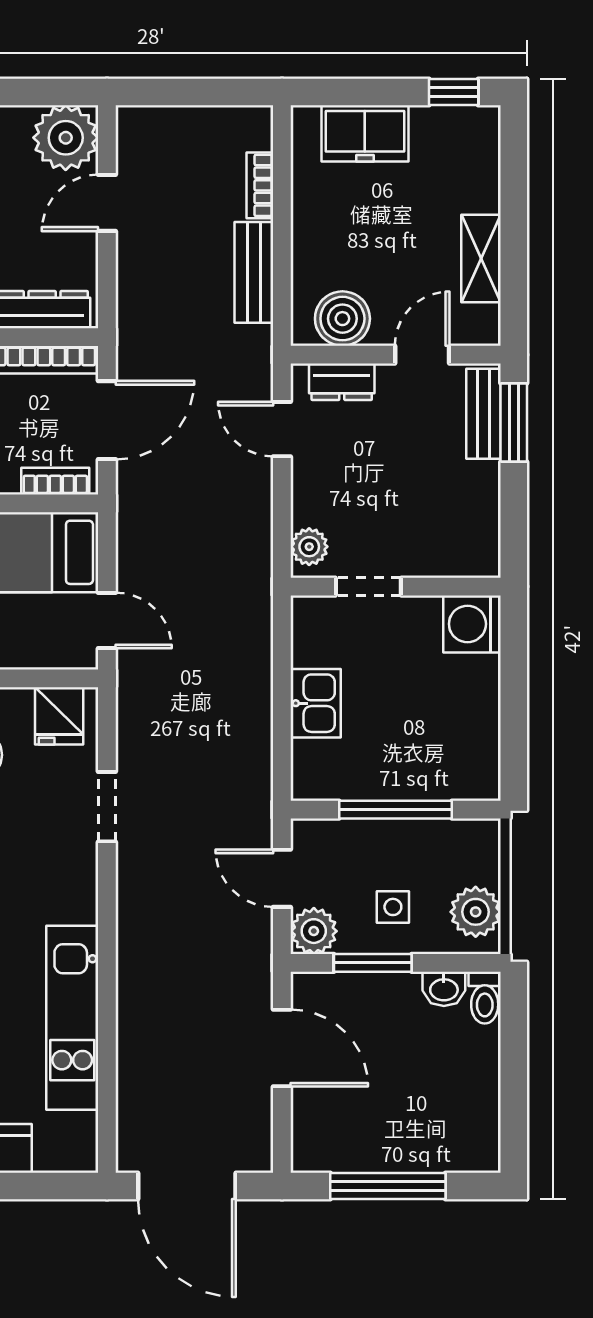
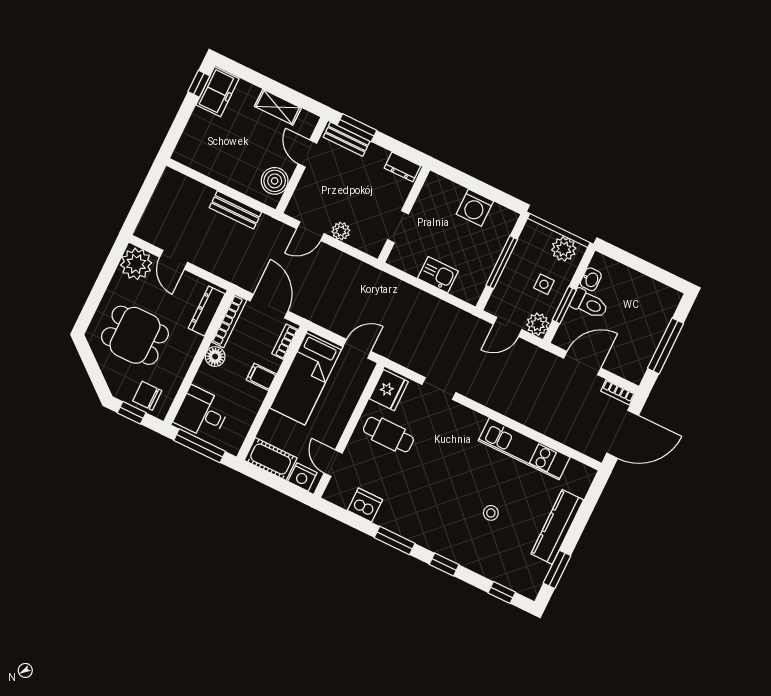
freezer: (365, 133) -> (217, 92), moved
bookcase: (260, 185) -> (618, 392), moved
dresser: (342, 382) -> (402, 167), moved, turned 90
plant: (309, 547) -> (341, 231), moved
washing machine: (472, 624) -> (475, 208), moved
fridge: (59, 716) -> (389, 390), width x1.38
toilet: (485, 998) -> (589, 304), moved, width x1.37, depth x1.39

